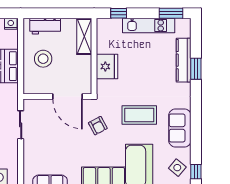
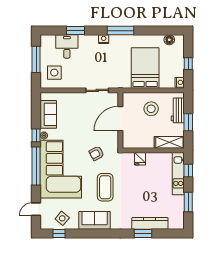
window: (60, 13) -> (188, 122), added
window: (171, 13) -> (188, 202), moved
kitchen unit: (149, 26) -> (178, 174), moved
fridge: (107, 66) -> (140, 159), width x0.53, depth x0.75
door: (68, 97) -> (120, 119), moved

